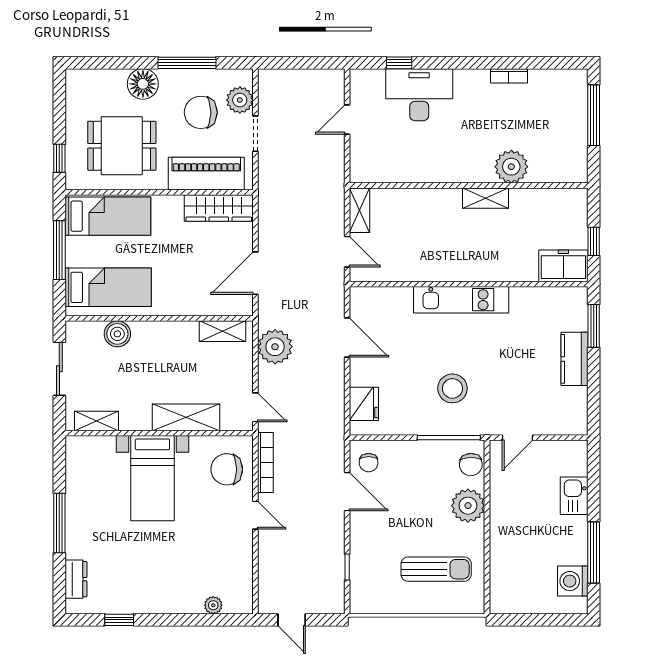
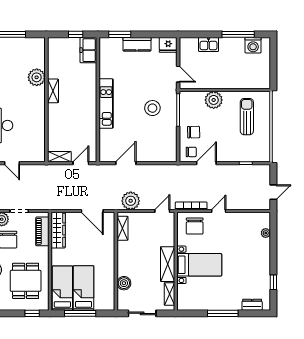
piano: (206, 174) -> (42, 231), width x0.73, depth x0.75
bed: (108, 287) -> (84, 288), moved
fridge: (364, 404) -> (168, 45), moved, turned 180
shelving: (186, 417) -> (168, 264), moved
chair: (471, 465) -> (194, 132), moved

